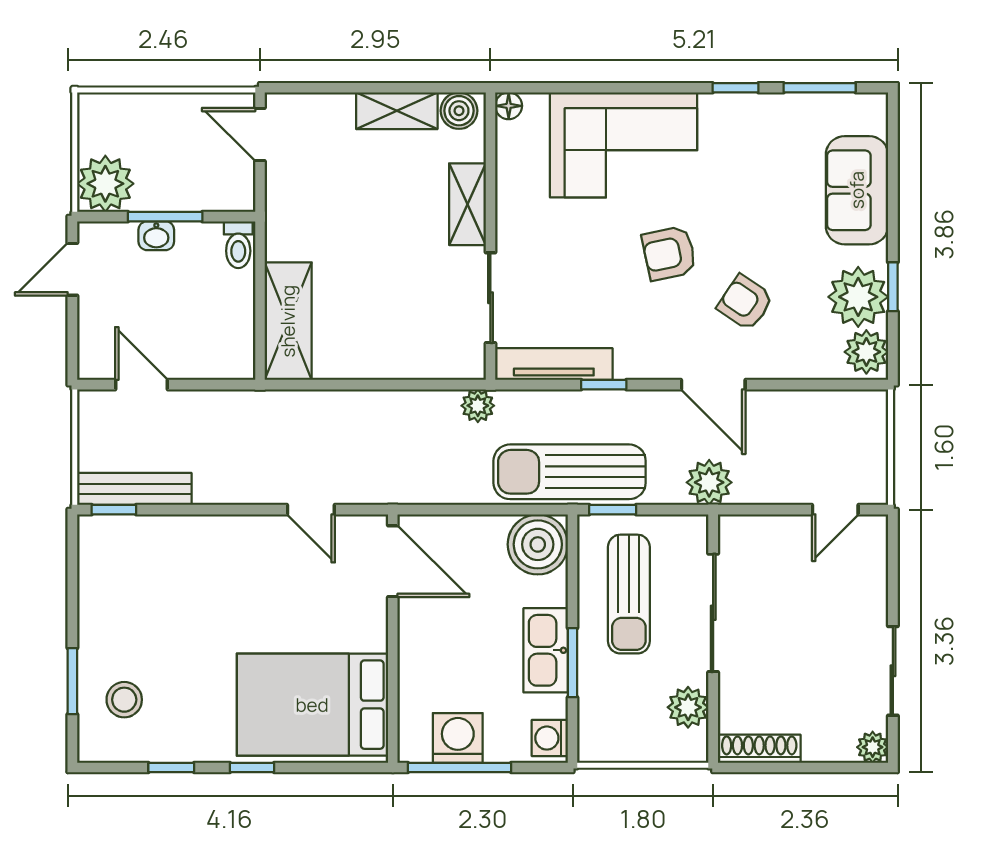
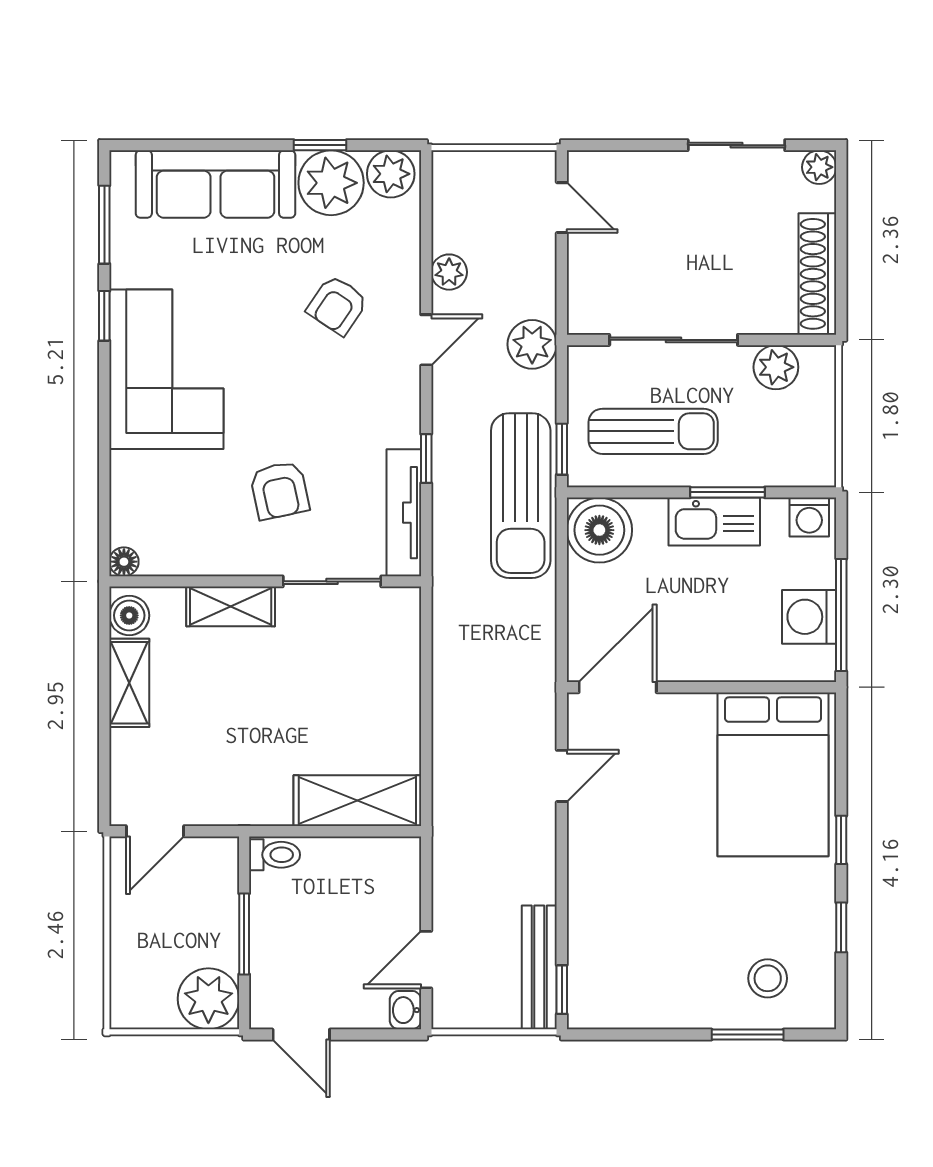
corner sofa: (624, 145) -> (166, 369), moved
sofa: (857, 190) -> (215, 184), width x1.36
washbasin: (156, 236) -> (405, 1010), moved, turned 180
armchair: (669, 253) -> (279, 490), moved
door: (713, 385) -> (426, 340), width x0.73
plant: (478, 406) -> (449, 272), moved
shoe rack: (759, 749) -> (817, 274), width x1.36, depth x1.24

